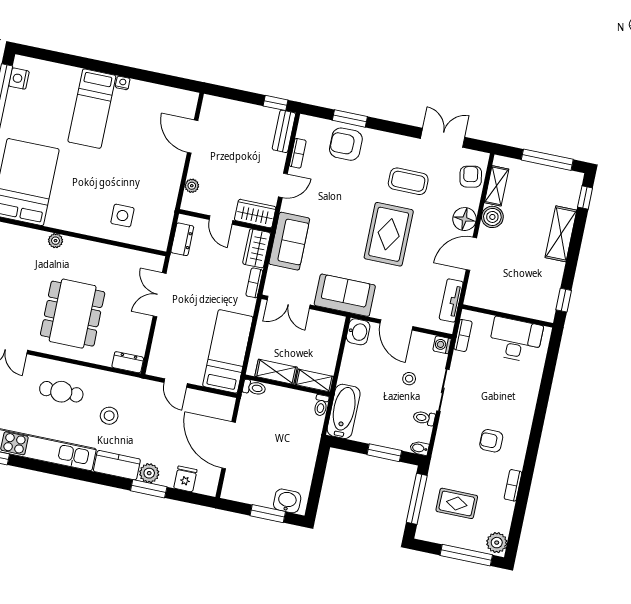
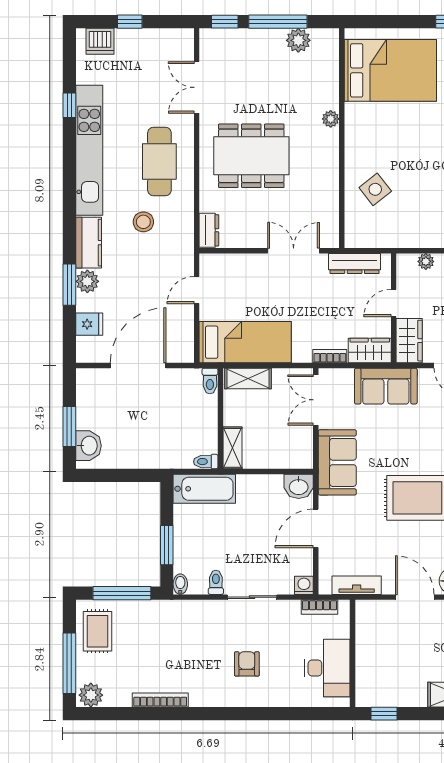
side table: (122, 216) -> (375, 189), turned -38
dresser: (182, 239) -> (355, 263), width x1.44
shelving: (276, 372) -> (248, 378), moved, turned 90
stool: (409, 379) -> (257, 556), removed
cafe table: (61, 392) -> (159, 162), width x1.37, depth x1.35
armchair: (491, 441) -> (247, 664), moved
bookcase: (513, 485) -> (160, 700), width x1.56
rug: (457, 503) -> (97, 631), moved

